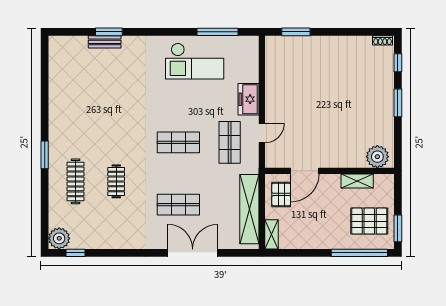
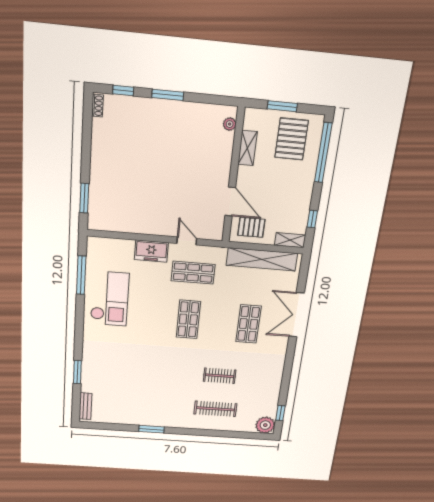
bench: (105, 42) -> (85, 406), moved
window: (45, 155) -> (151, 429), moved
plant: (377, 157) -> (230, 124), width x0.53, depth x0.53
window: (398, 228) -> (282, 106), moved
window: (295, 253) -> (312, 219), added

